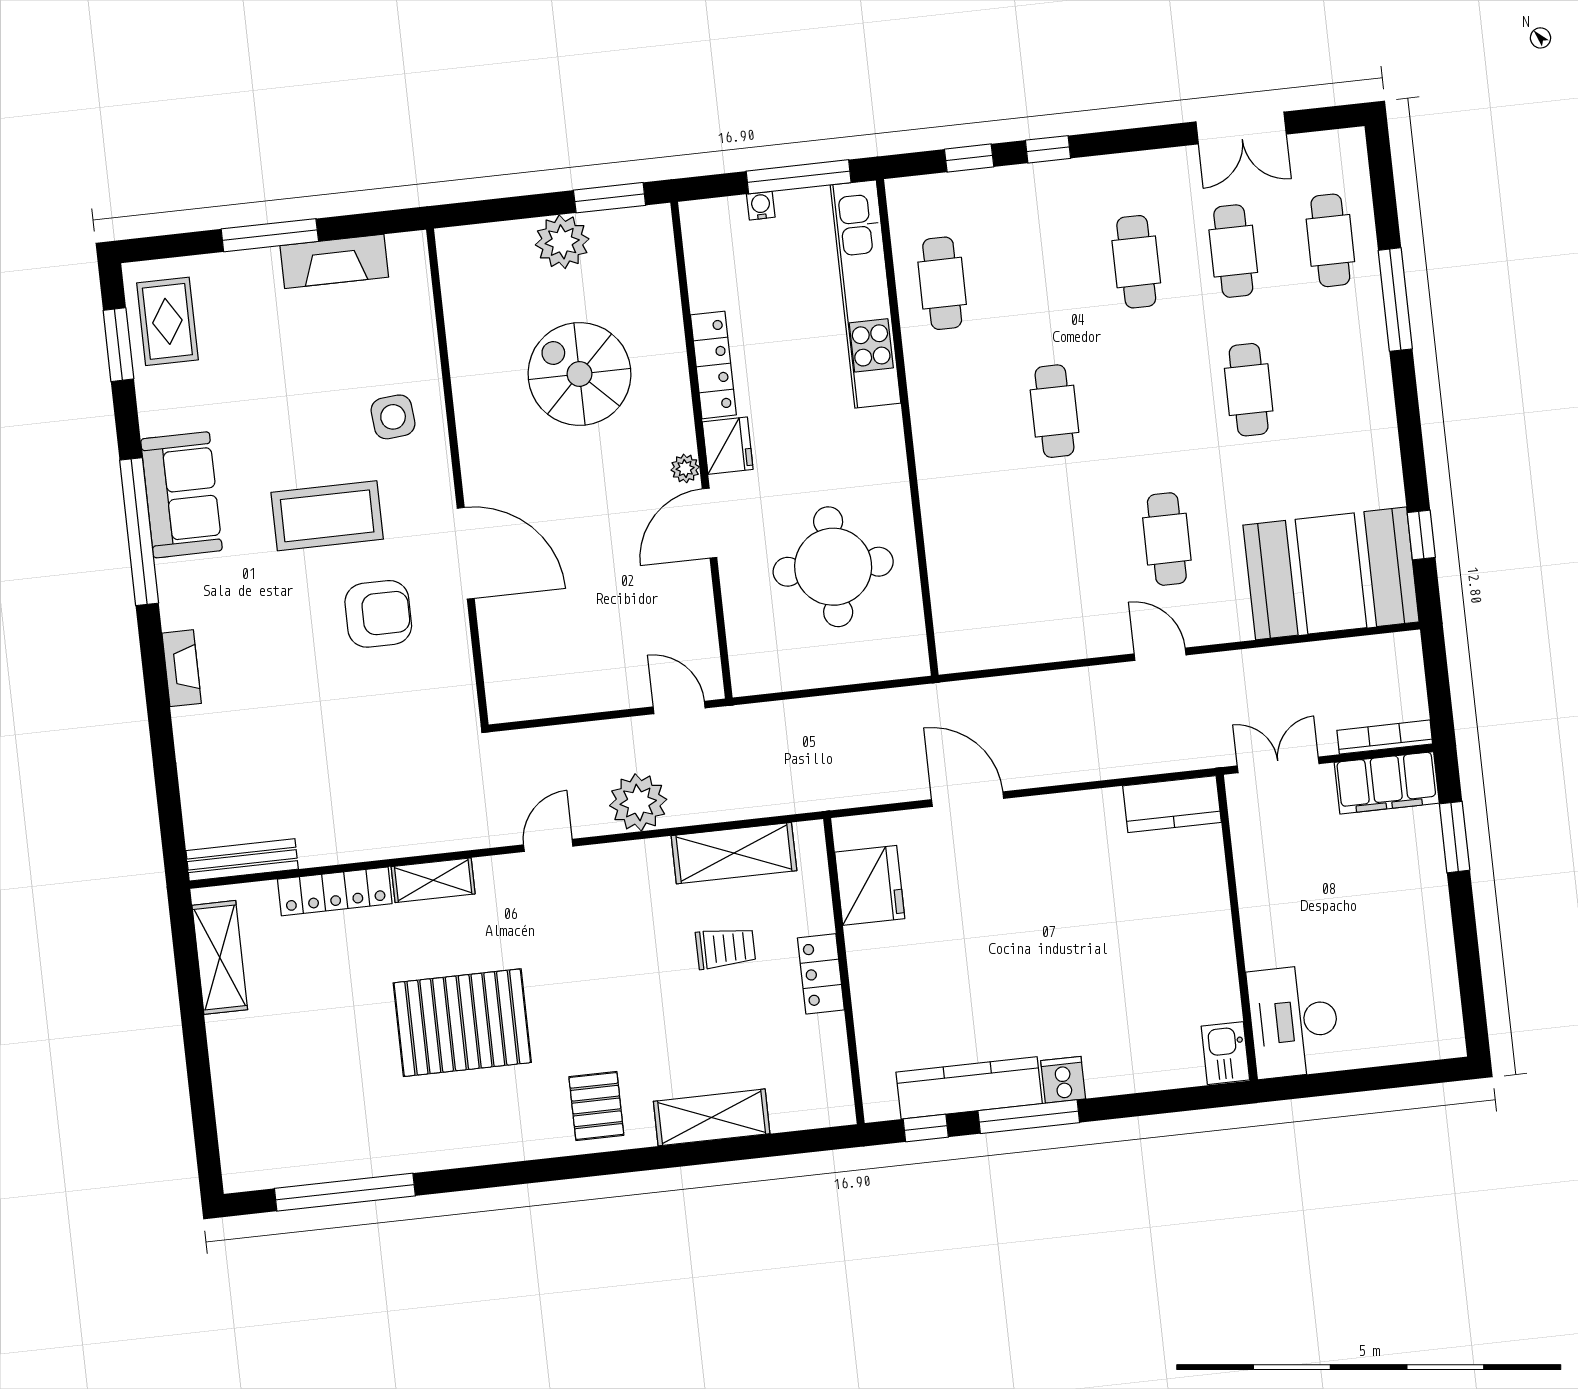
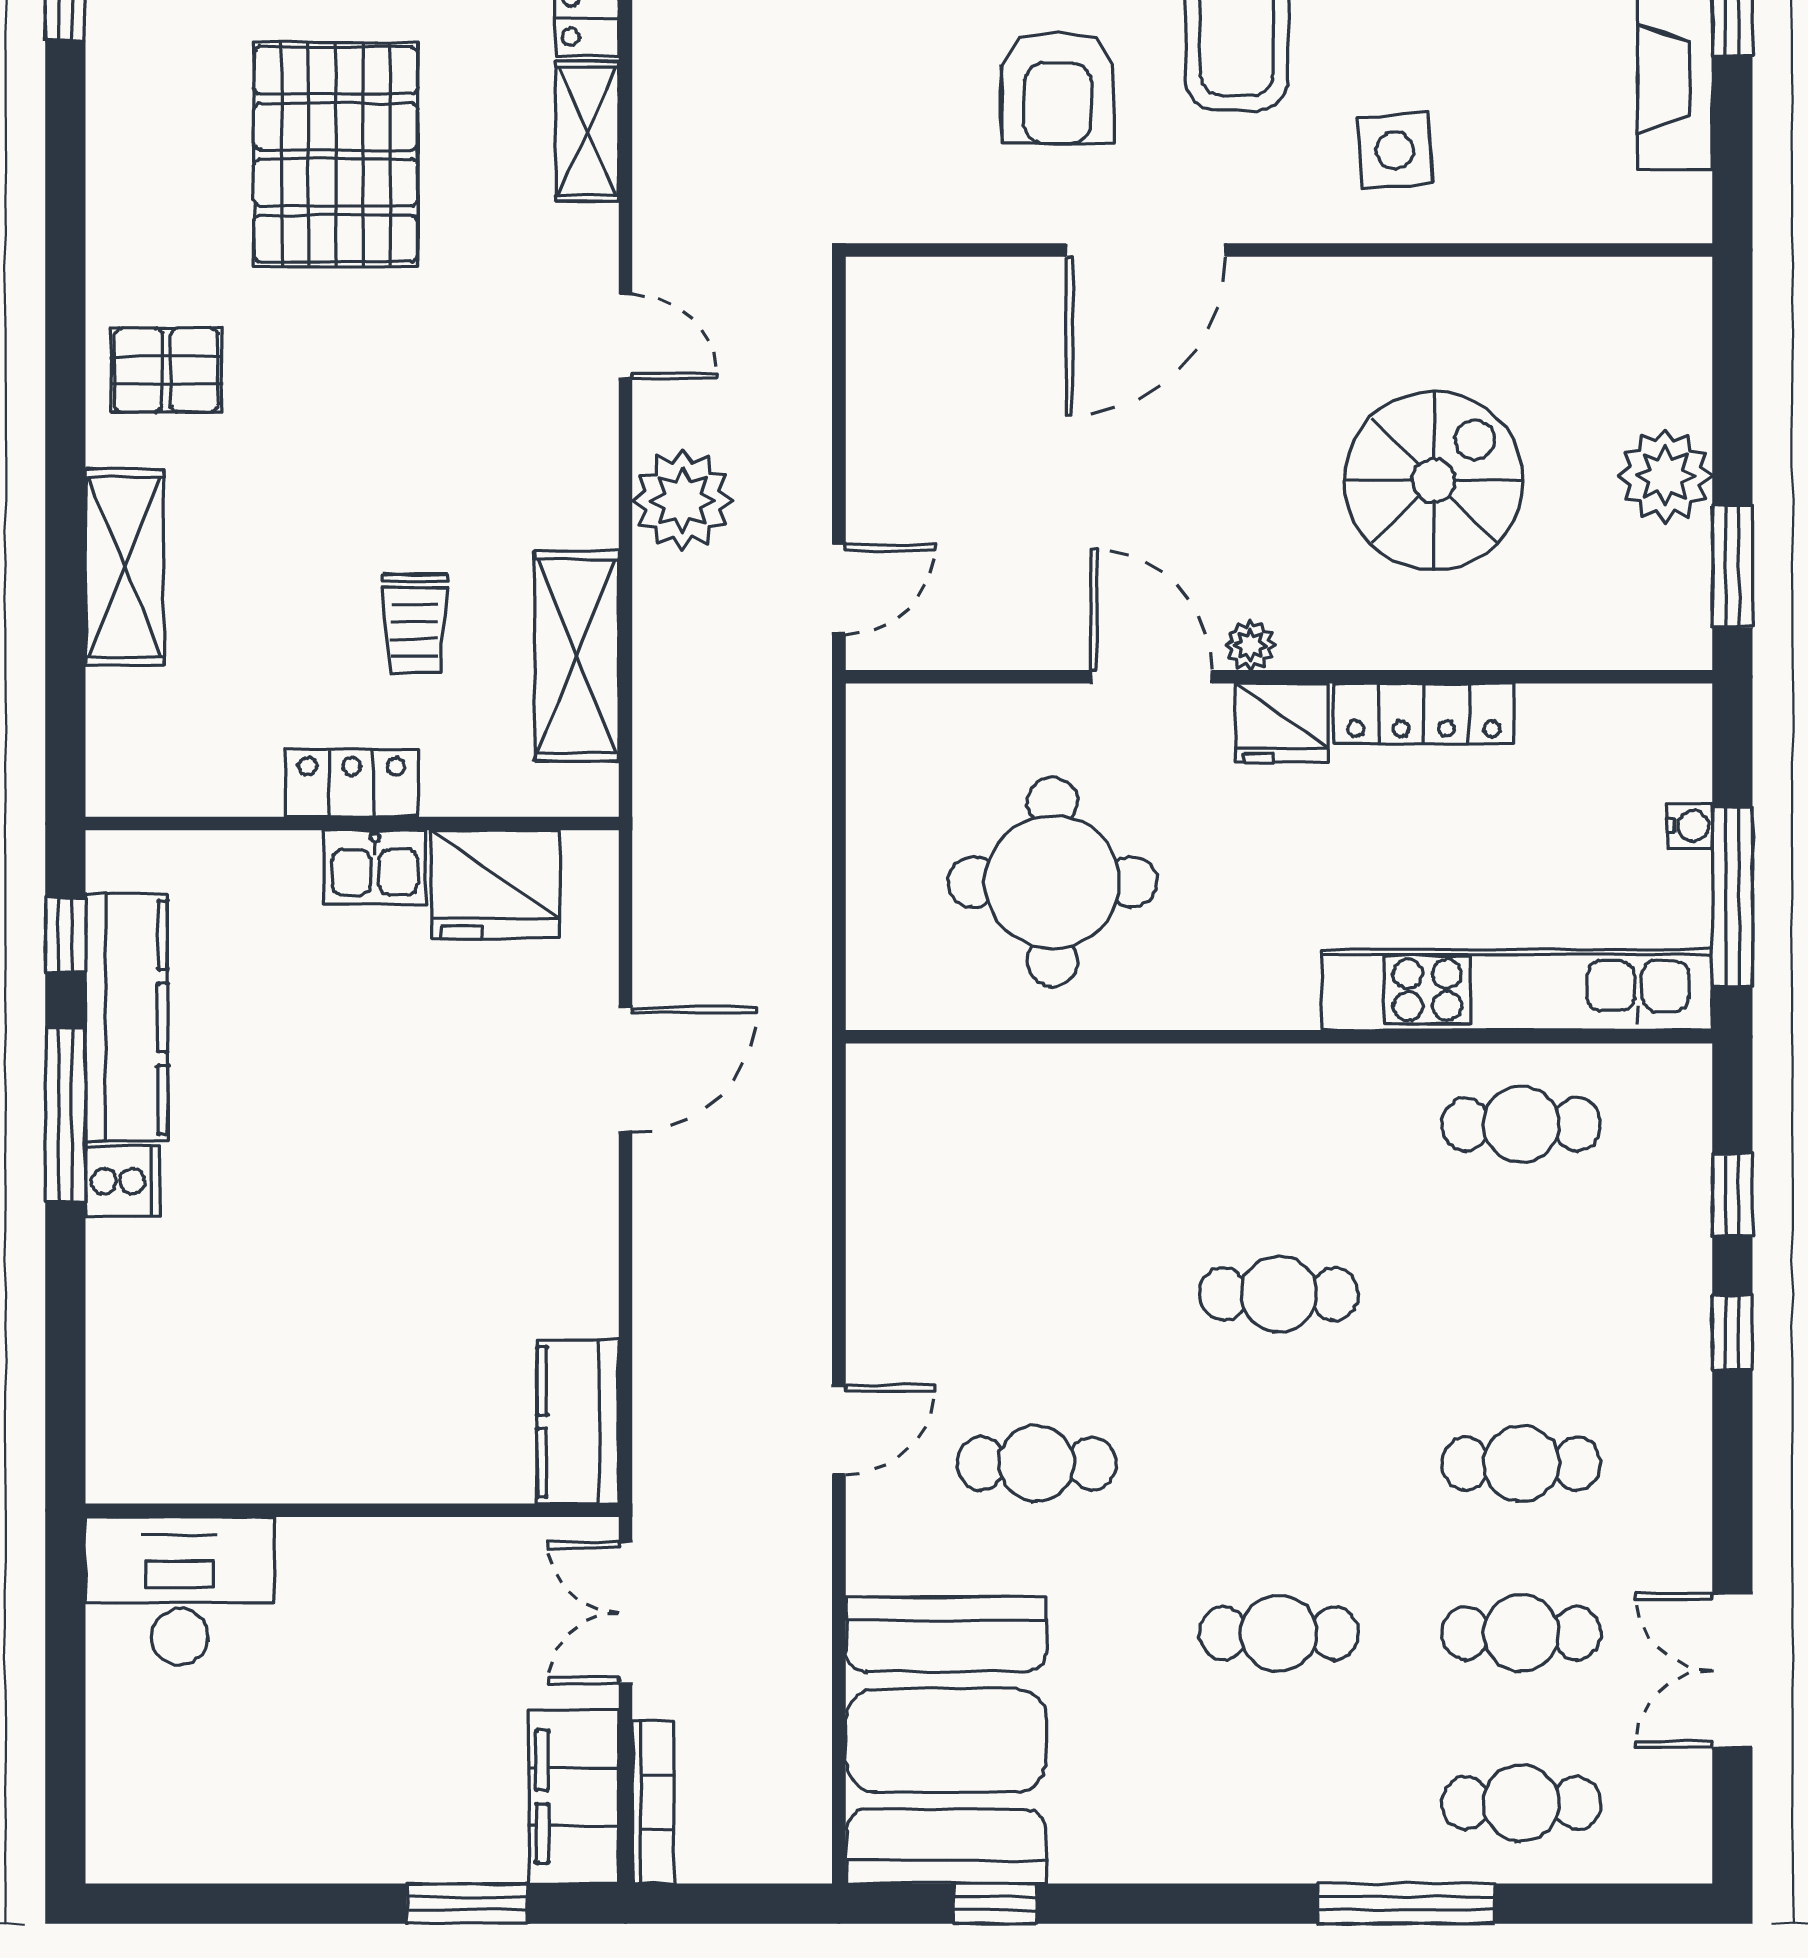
double door: (1278, 765) -> (626, 1613), swing flipped
kitchen sink: (1225, 1053) -> (375, 867), moved, turned 180

